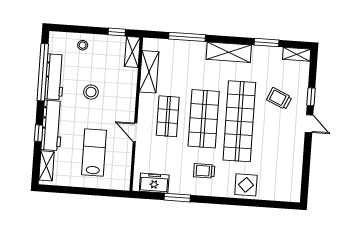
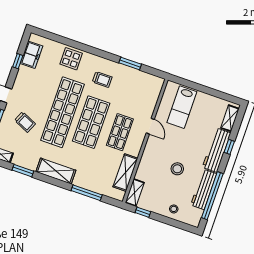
lab bench: (94, 153) -> (182, 107), moved
window: (306, 166) -> (18, 61), added
freezer: (154, 183) -> (31, 55), moved, turned -90

